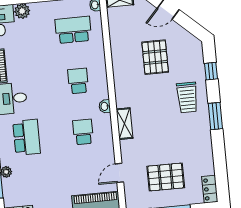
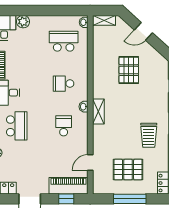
school desk: (78, 81) -> (64, 84), turned -90
trolley: (187, 97) -> (149, 135), moved
shelving: (124, 124) -> (98, 112), moved

